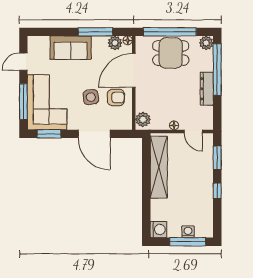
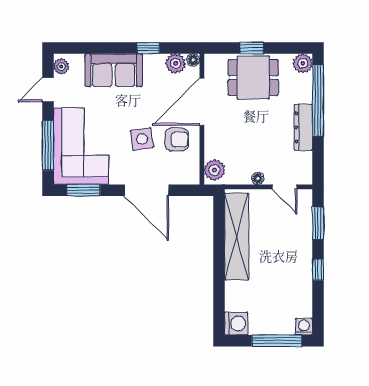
window: (95, 32) -> (148, 48), width x0.46
window: (170, 32) -> (252, 48), width x0.32
plant: (33, 45) -> (61, 66), added
washing machine: (188, 232) -> (304, 327), moved

